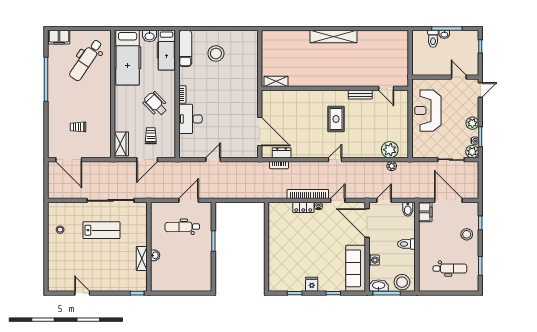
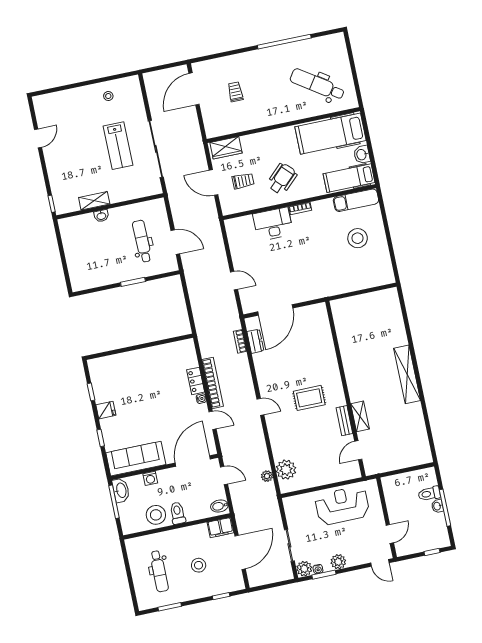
filing cabinet: (59, 37) -> (338, 47), removed
shelving: (276, 81) -> (360, 416), moved
door: (213, 160) -> (234, 281), moved
stool: (467, 234) -> (199, 565), moved
stool: (402, 282) -> (156, 515), moved

